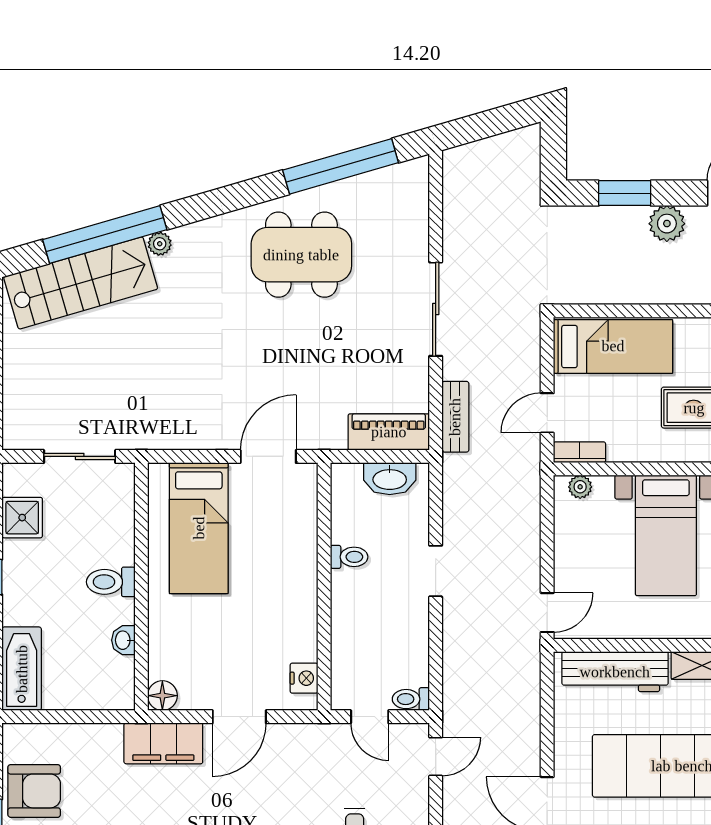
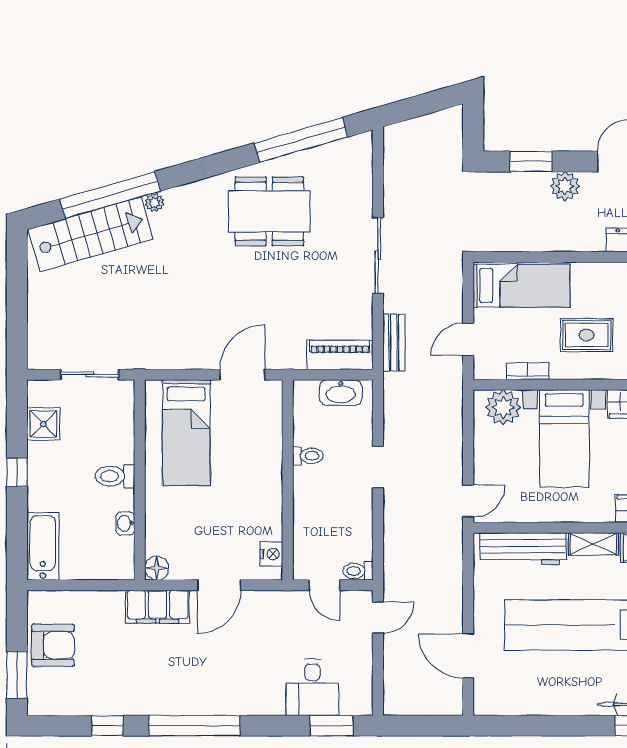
bookcase: (579, 452) -> (528, 371), moved
plant: (580, 487) -> (503, 407), width x1.88, depth x1.88

